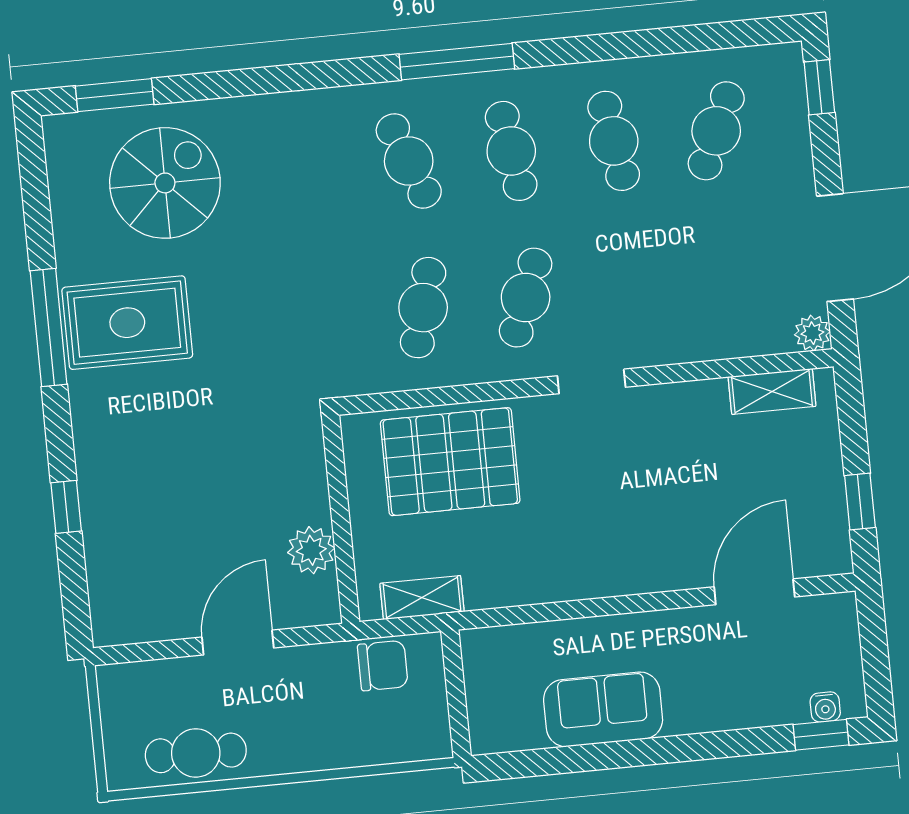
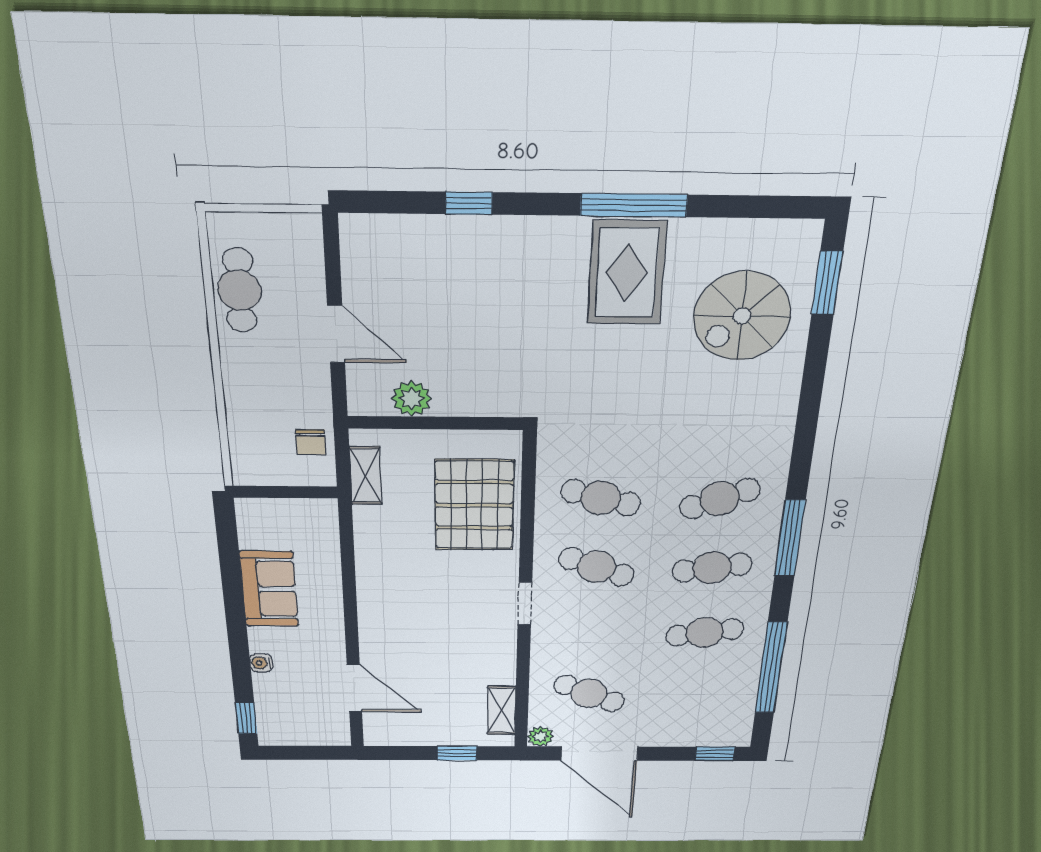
window: (662, 41) -> (771, 668), added
cafe table: (716, 131) -> (589, 693), moved
spiral stairs: (165, 183) -> (742, 316), turned 90
window: (860, 502) -> (457, 753), moved
chair: (383, 666) -> (311, 442), width x0.73, depth x0.73
water cooler: (825, 707) -> (261, 663), moved

